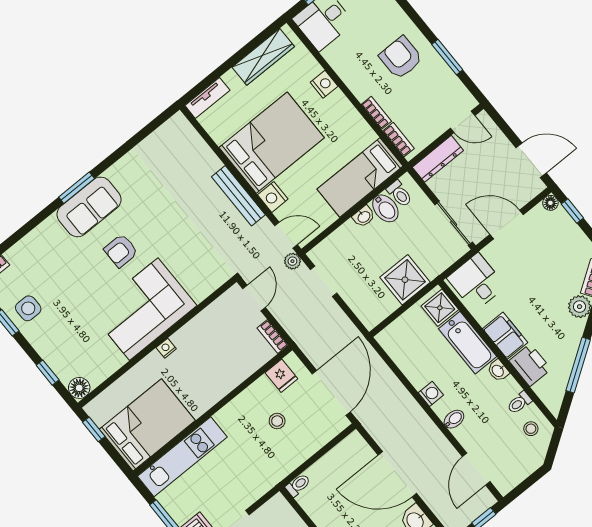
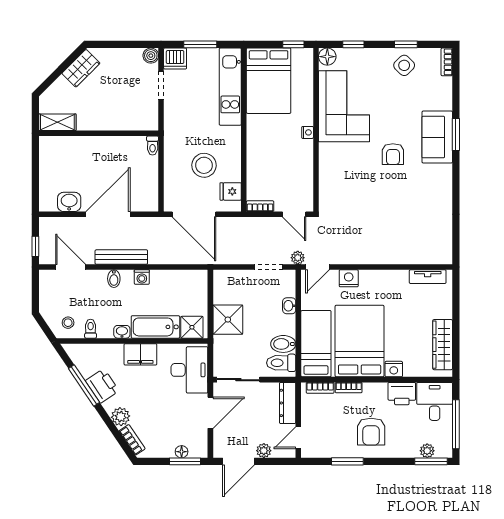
printer: (341, 58) -> (402, 394), added
armchair: (401, 58) -> (371, 432), turned 90
tv unit: (207, 98) -> (428, 277), moved, turned -90
bed: (272, 143) -> (360, 341), moved, turned 180
plant: (501, 145) -> (264, 451), added
window: (77, 188) -> (456, 135), moved
toilet: (399, 194) -> (281, 363), width x1.37, depth x1.39
bench: (238, 196) -> (121, 257), moved
floor lamp: (550, 203) -> (182, 452), moved
sofa: (89, 207) -> (437, 137), moved
window: (572, 211) -> (185, 461), width x1.50
washbasin: (364, 217) -> (289, 306), moved
armchair: (121, 251) -> (393, 154), turned 180
desk: (476, 282) -> (189, 370), width x1.37
side table: (28, 308) -> (404, 65), turned 45
corner sofa: (144, 309) -> (344, 106), moved
printer: (530, 365) -> (102, 386), moved, turned -124
stool: (277, 421) -> (204, 165), width x1.89, depth x1.89

